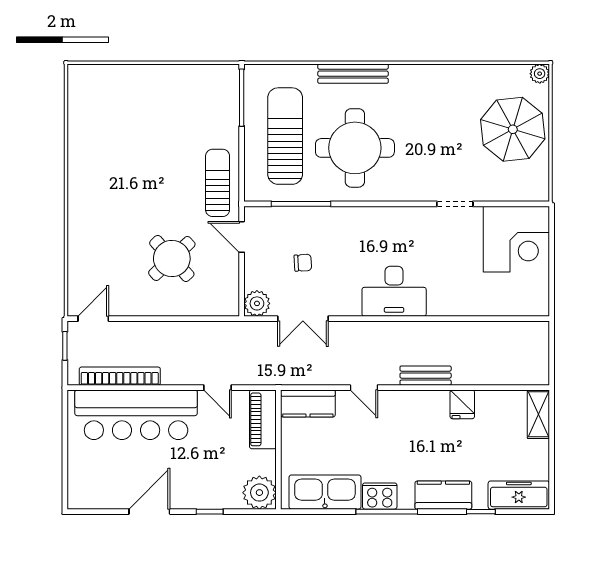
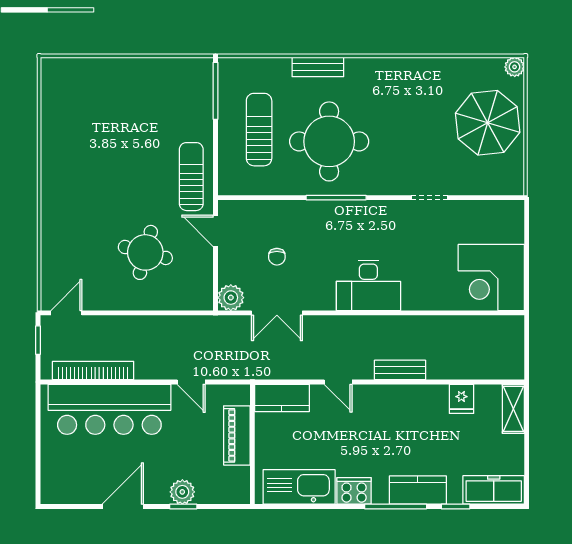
bench: (353, 74) -> (318, 67), width x0.73
sun lounger: (285, 136) -> (259, 130), width x0.73, depth x0.75
window: (301, 204) -> (336, 198), moved
corner desk: (516, 239) -> (491, 277), moved, turned 90
round table: (172, 259) -> (145, 252), turned -32
chair: (303, 263) -> (277, 257), turned 93
fridge: (462, 404) -> (461, 399), moved
piano: (263, 419) -> (237, 435), moved
plant: (259, 493) -> (182, 492), moved, width x0.73, depth x0.73
window: (387, 512) -> (396, 507), moved

